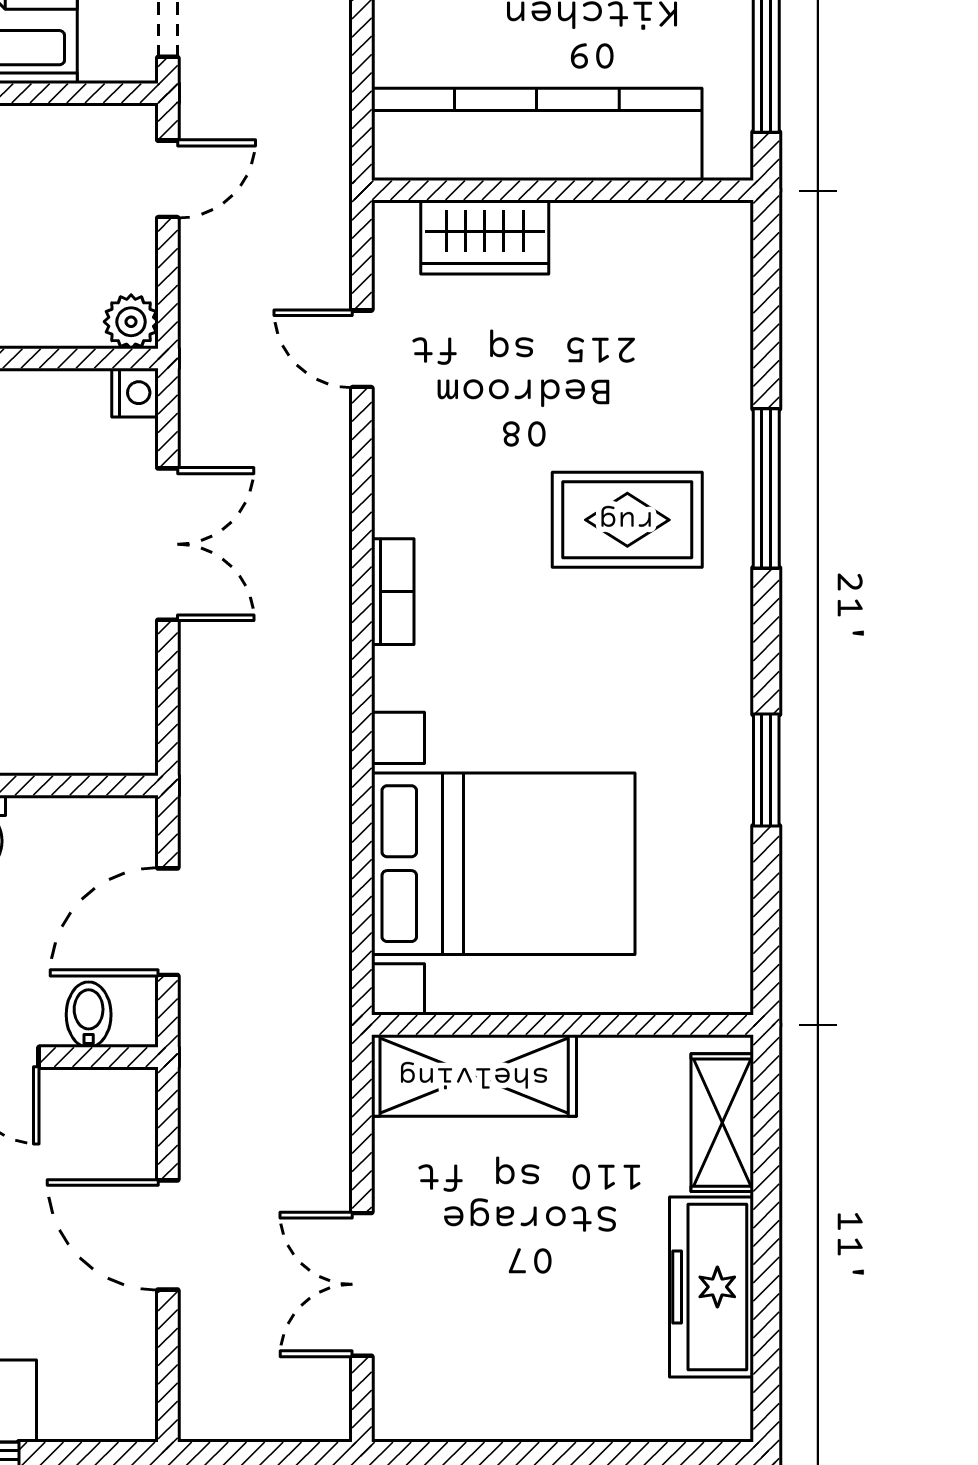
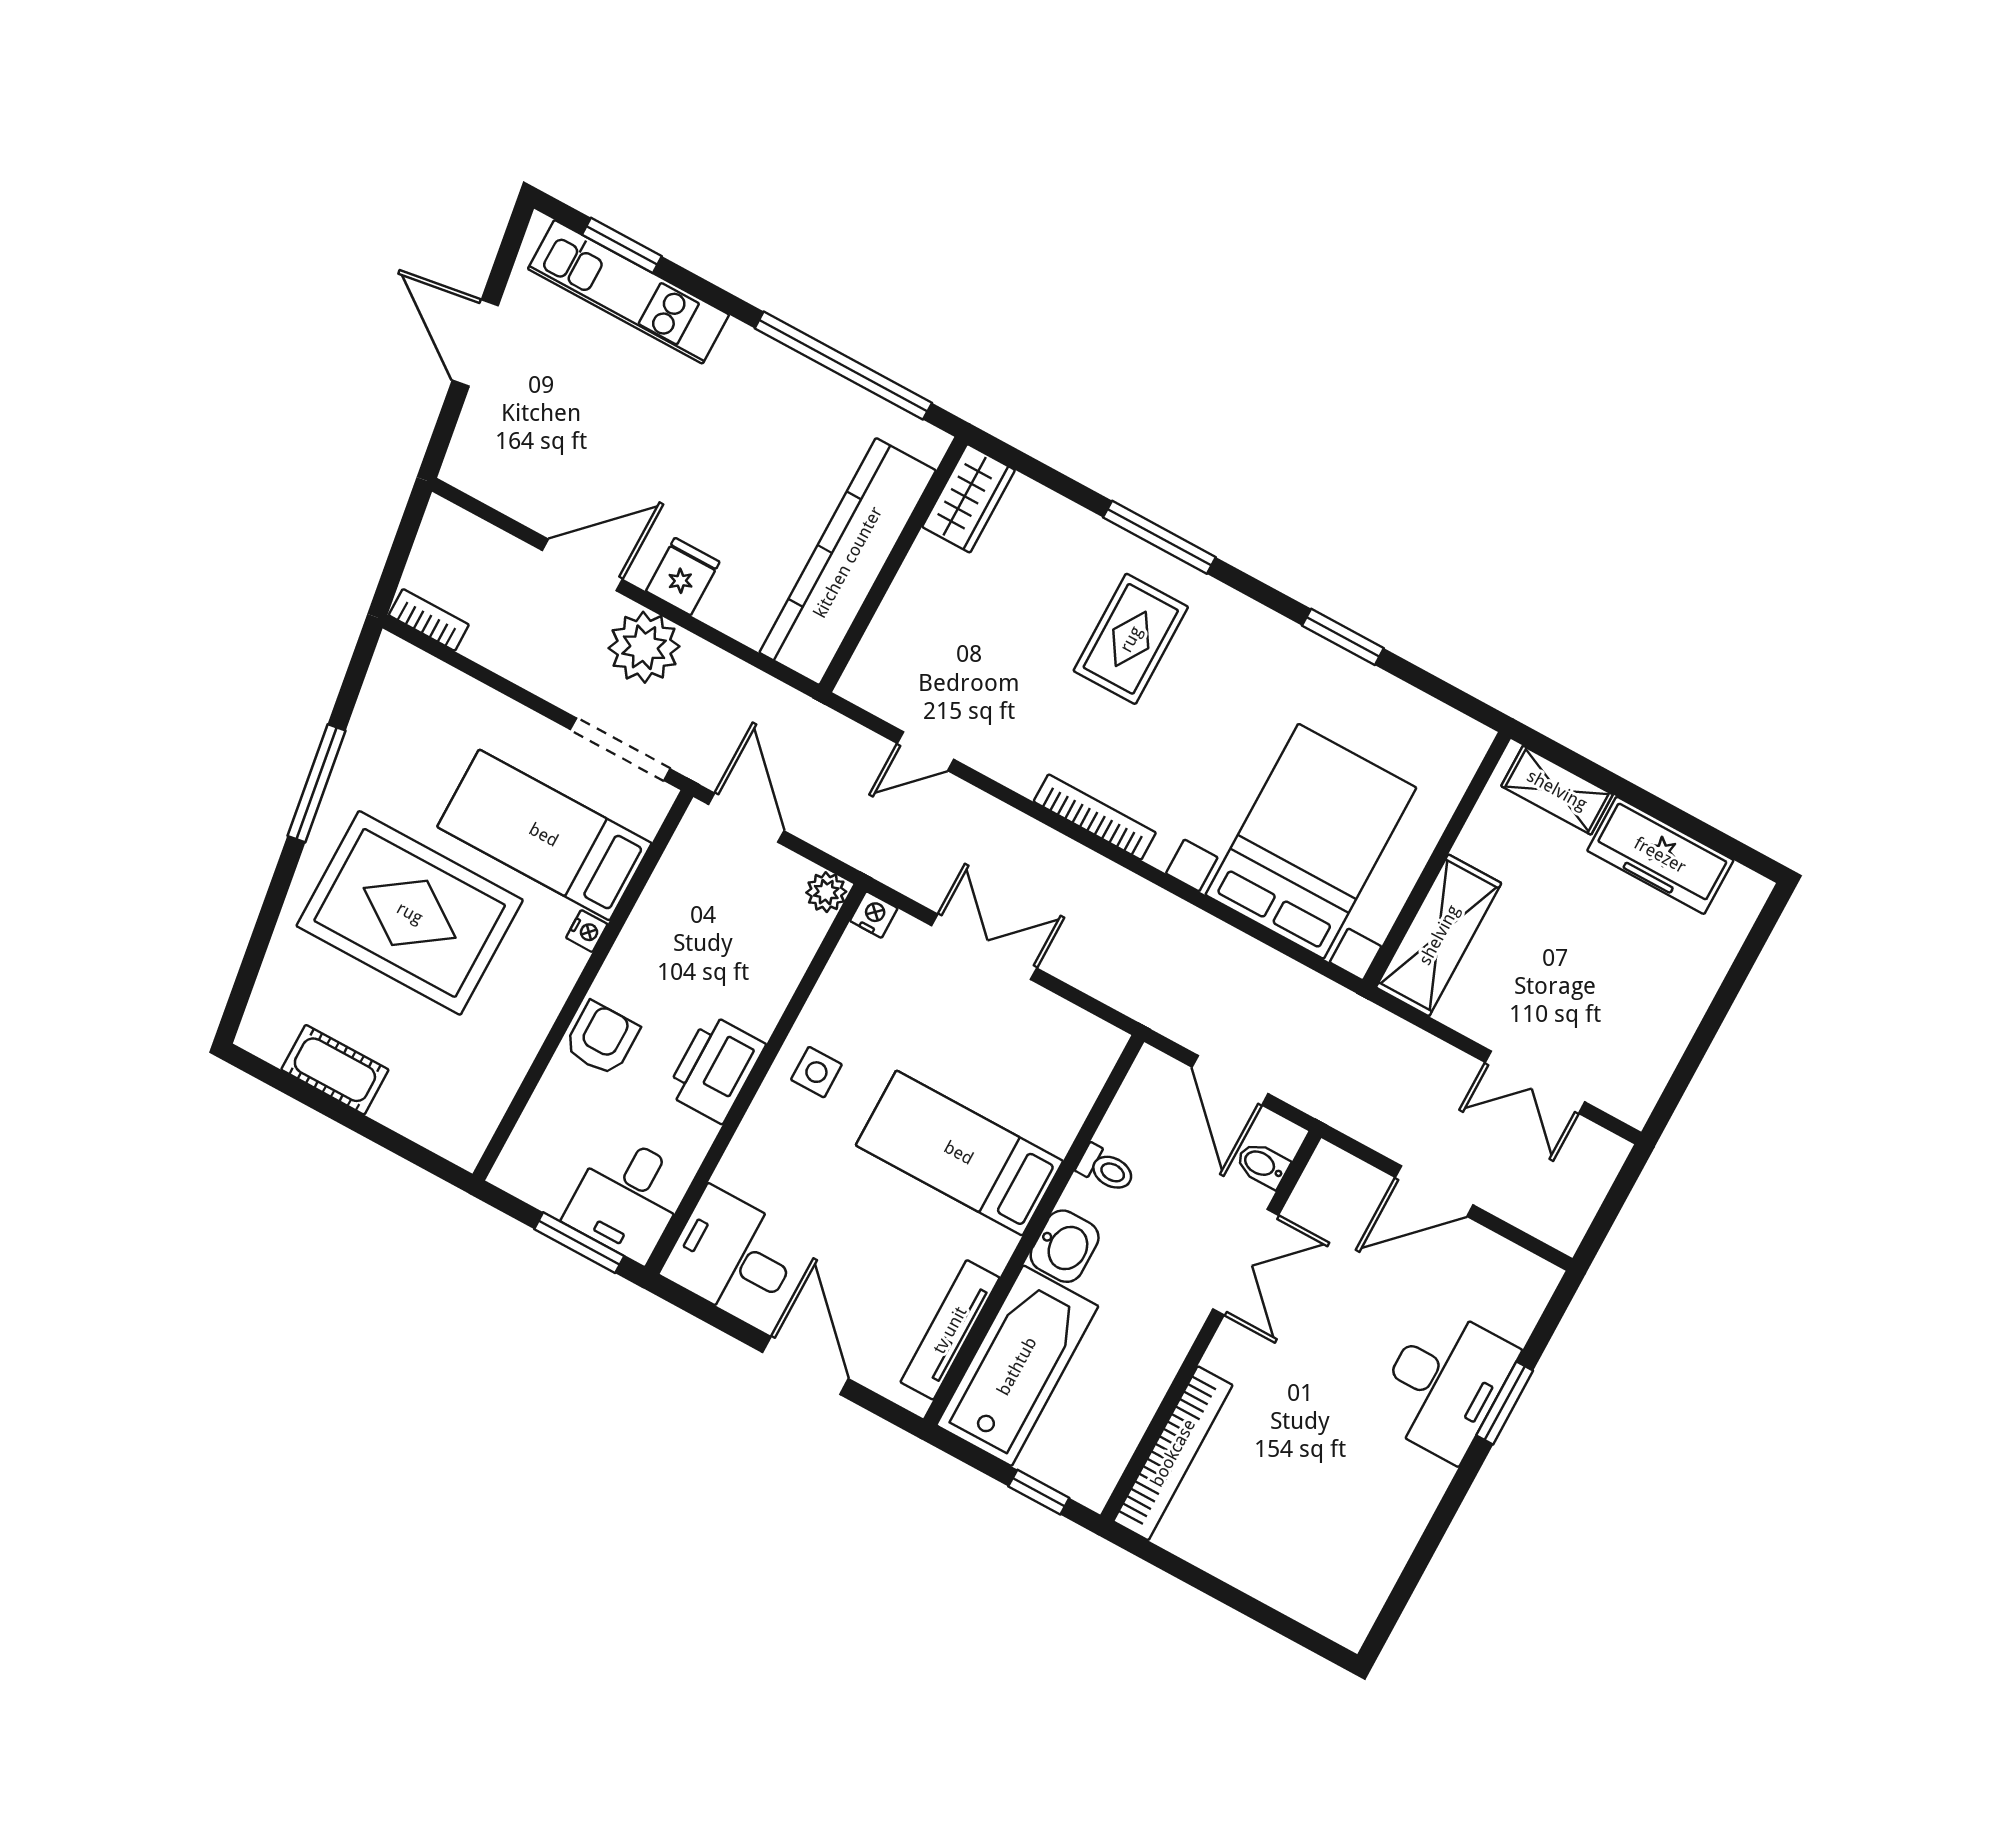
door: (168, 179) -> (746, 818), width x1.38
wardrobe: (485, 237) -> (969, 498), moved
bookcase: (393, 592) -> (1095, 817), width x1.56

